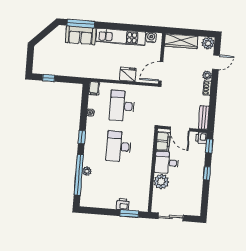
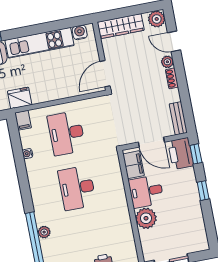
door: (216, 62) -> (174, 41), swing flipped
fridge: (128, 74) -> (20, 98), moved
window: (82, 137) -> (25, 189), removed
printer: (201, 138) -> (181, 154), width x1.87, depth x1.48

